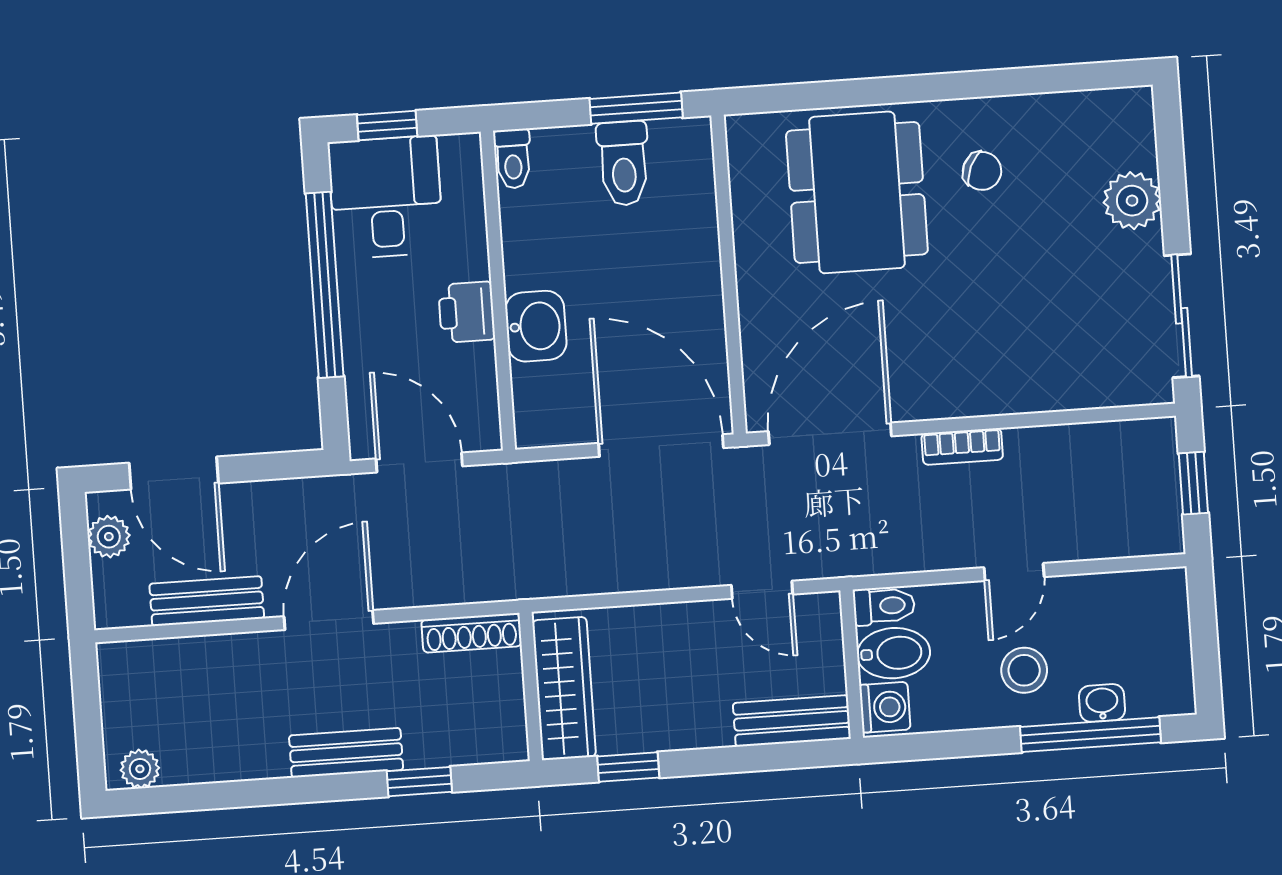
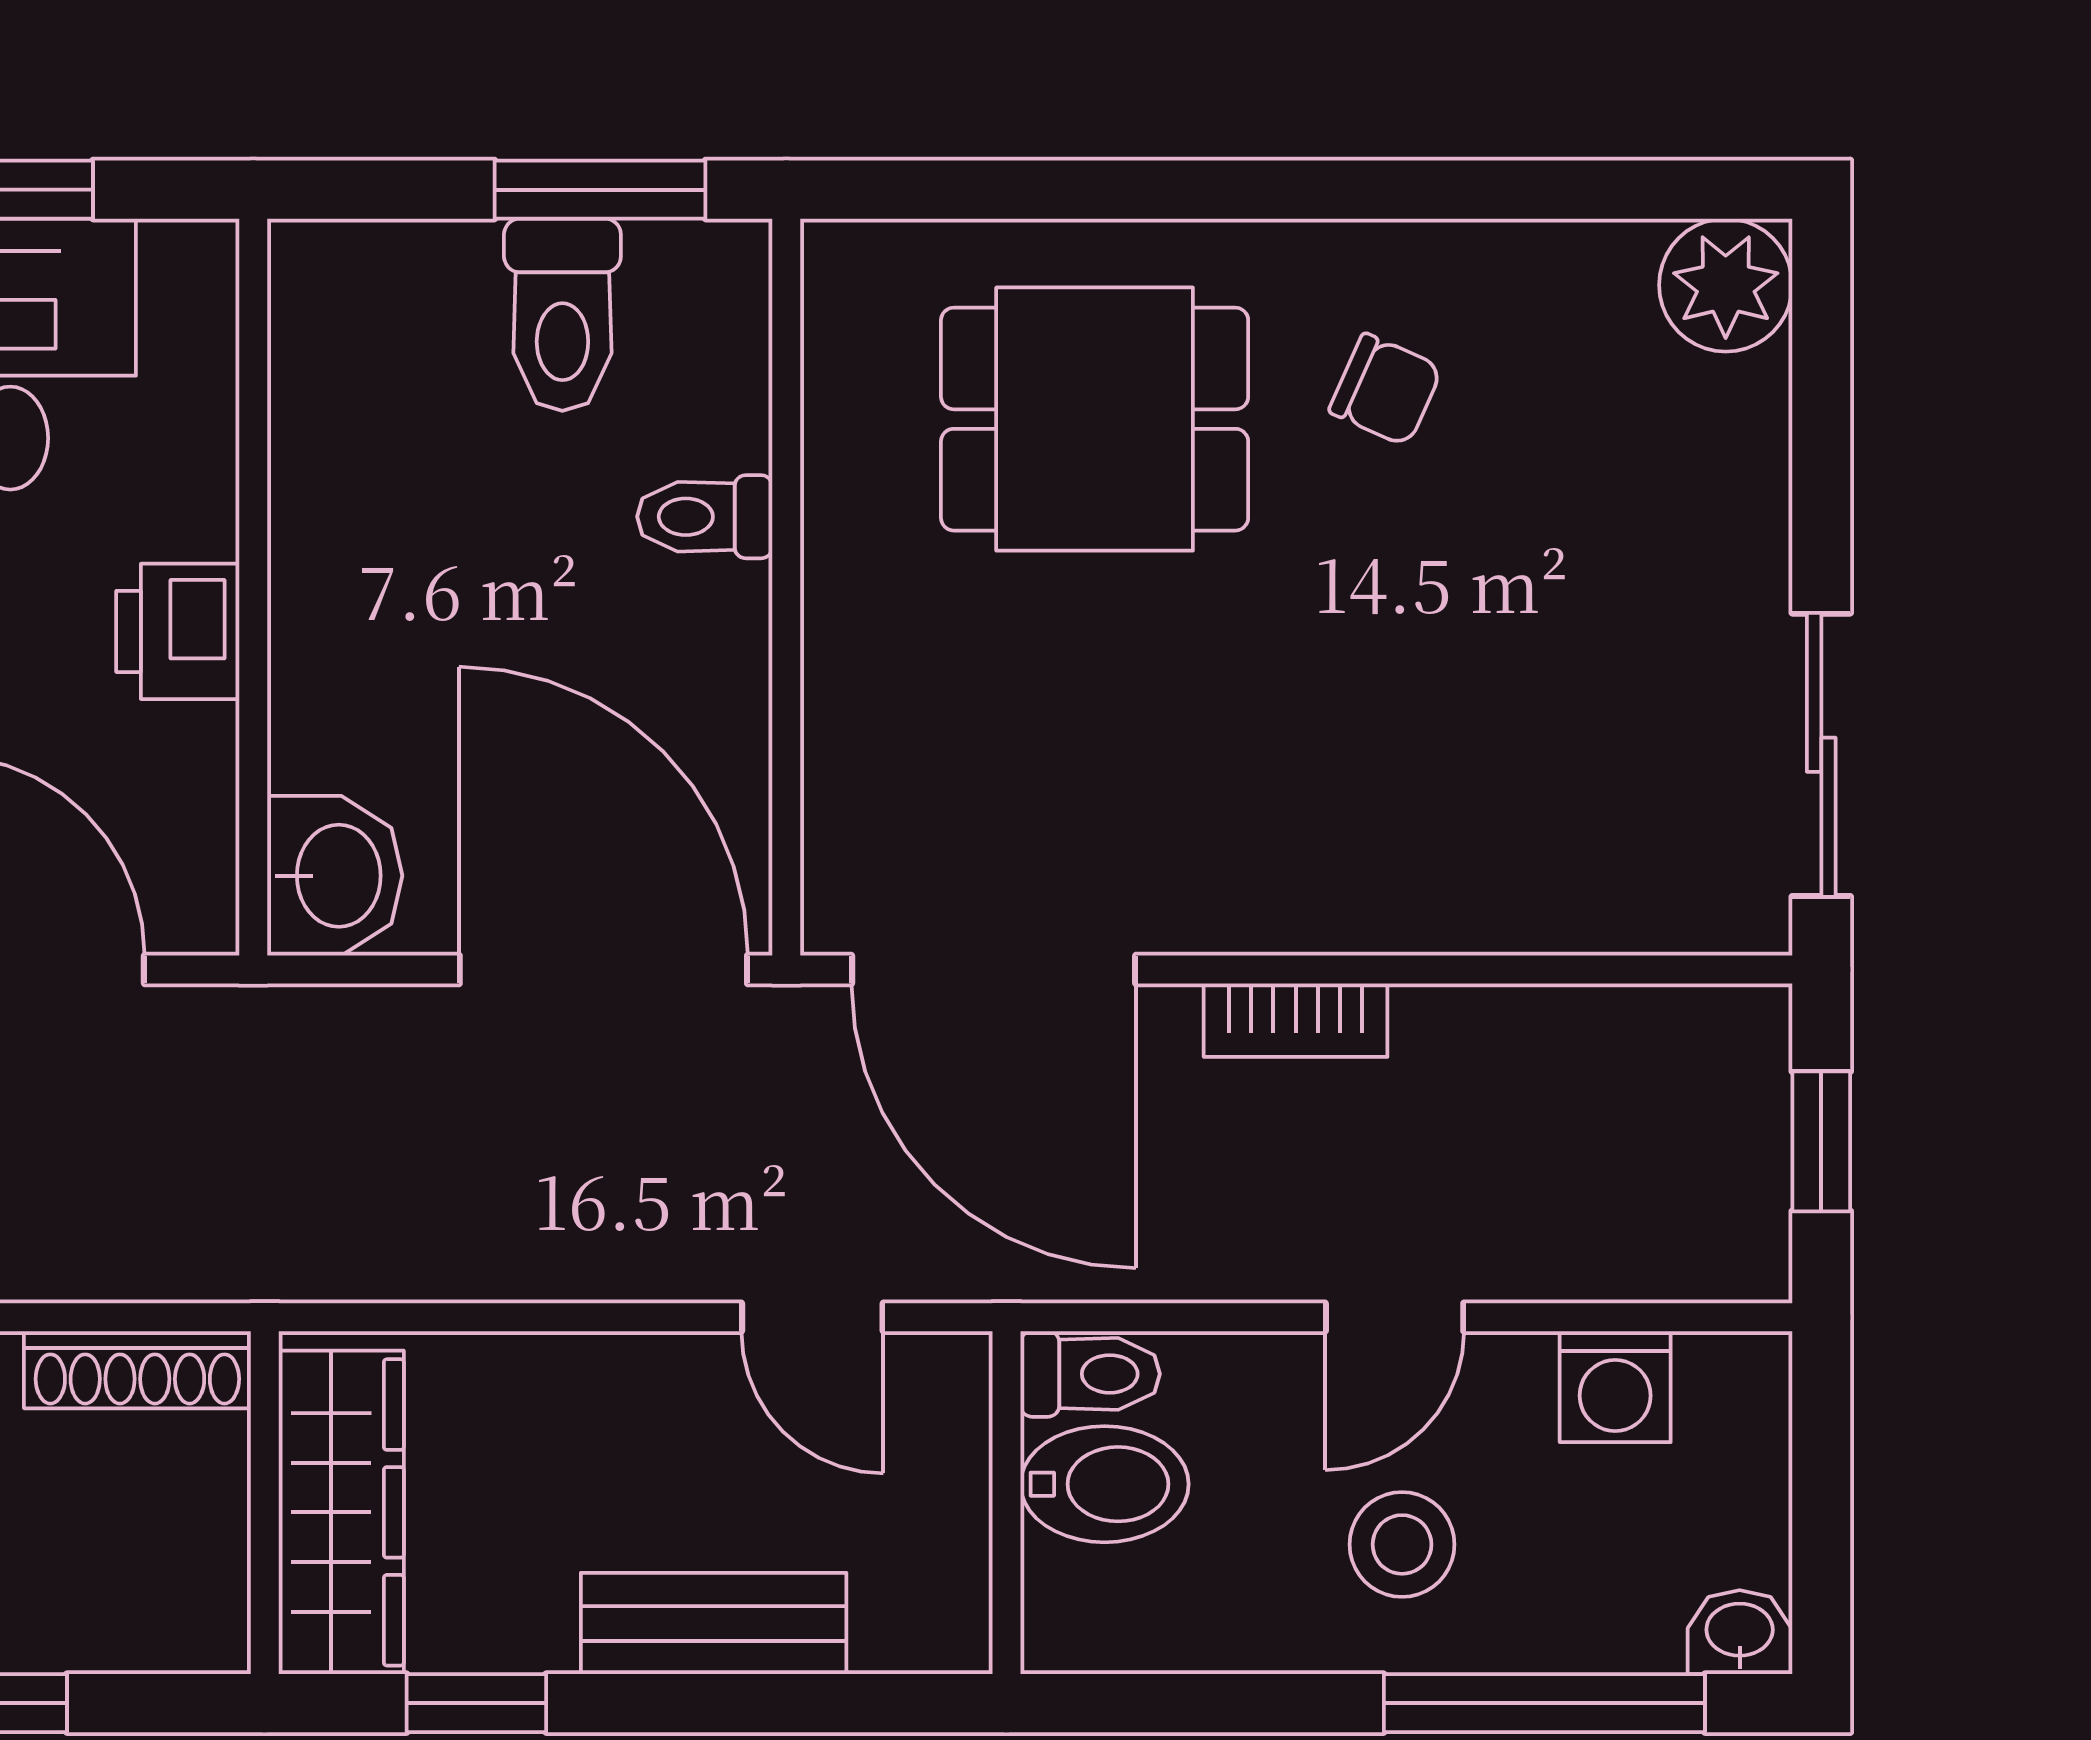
toilet: (513, 159) -> (705, 517), moved, turned 90
dining table: (857, 192) -> (1095, 419), width x0.73
plant: (1132, 201) -> (1726, 285), moved
washbasin: (536, 326) -> (335, 876), moved
door: (830, 434) -> (994, 970), swing flipped
washbasin: (1102, 703) -> (1740, 1632), moved
washing machine: (885, 707) -> (1615, 1387), moved, turned 90
bench: (792, 721) -> (714, 1623), moved

